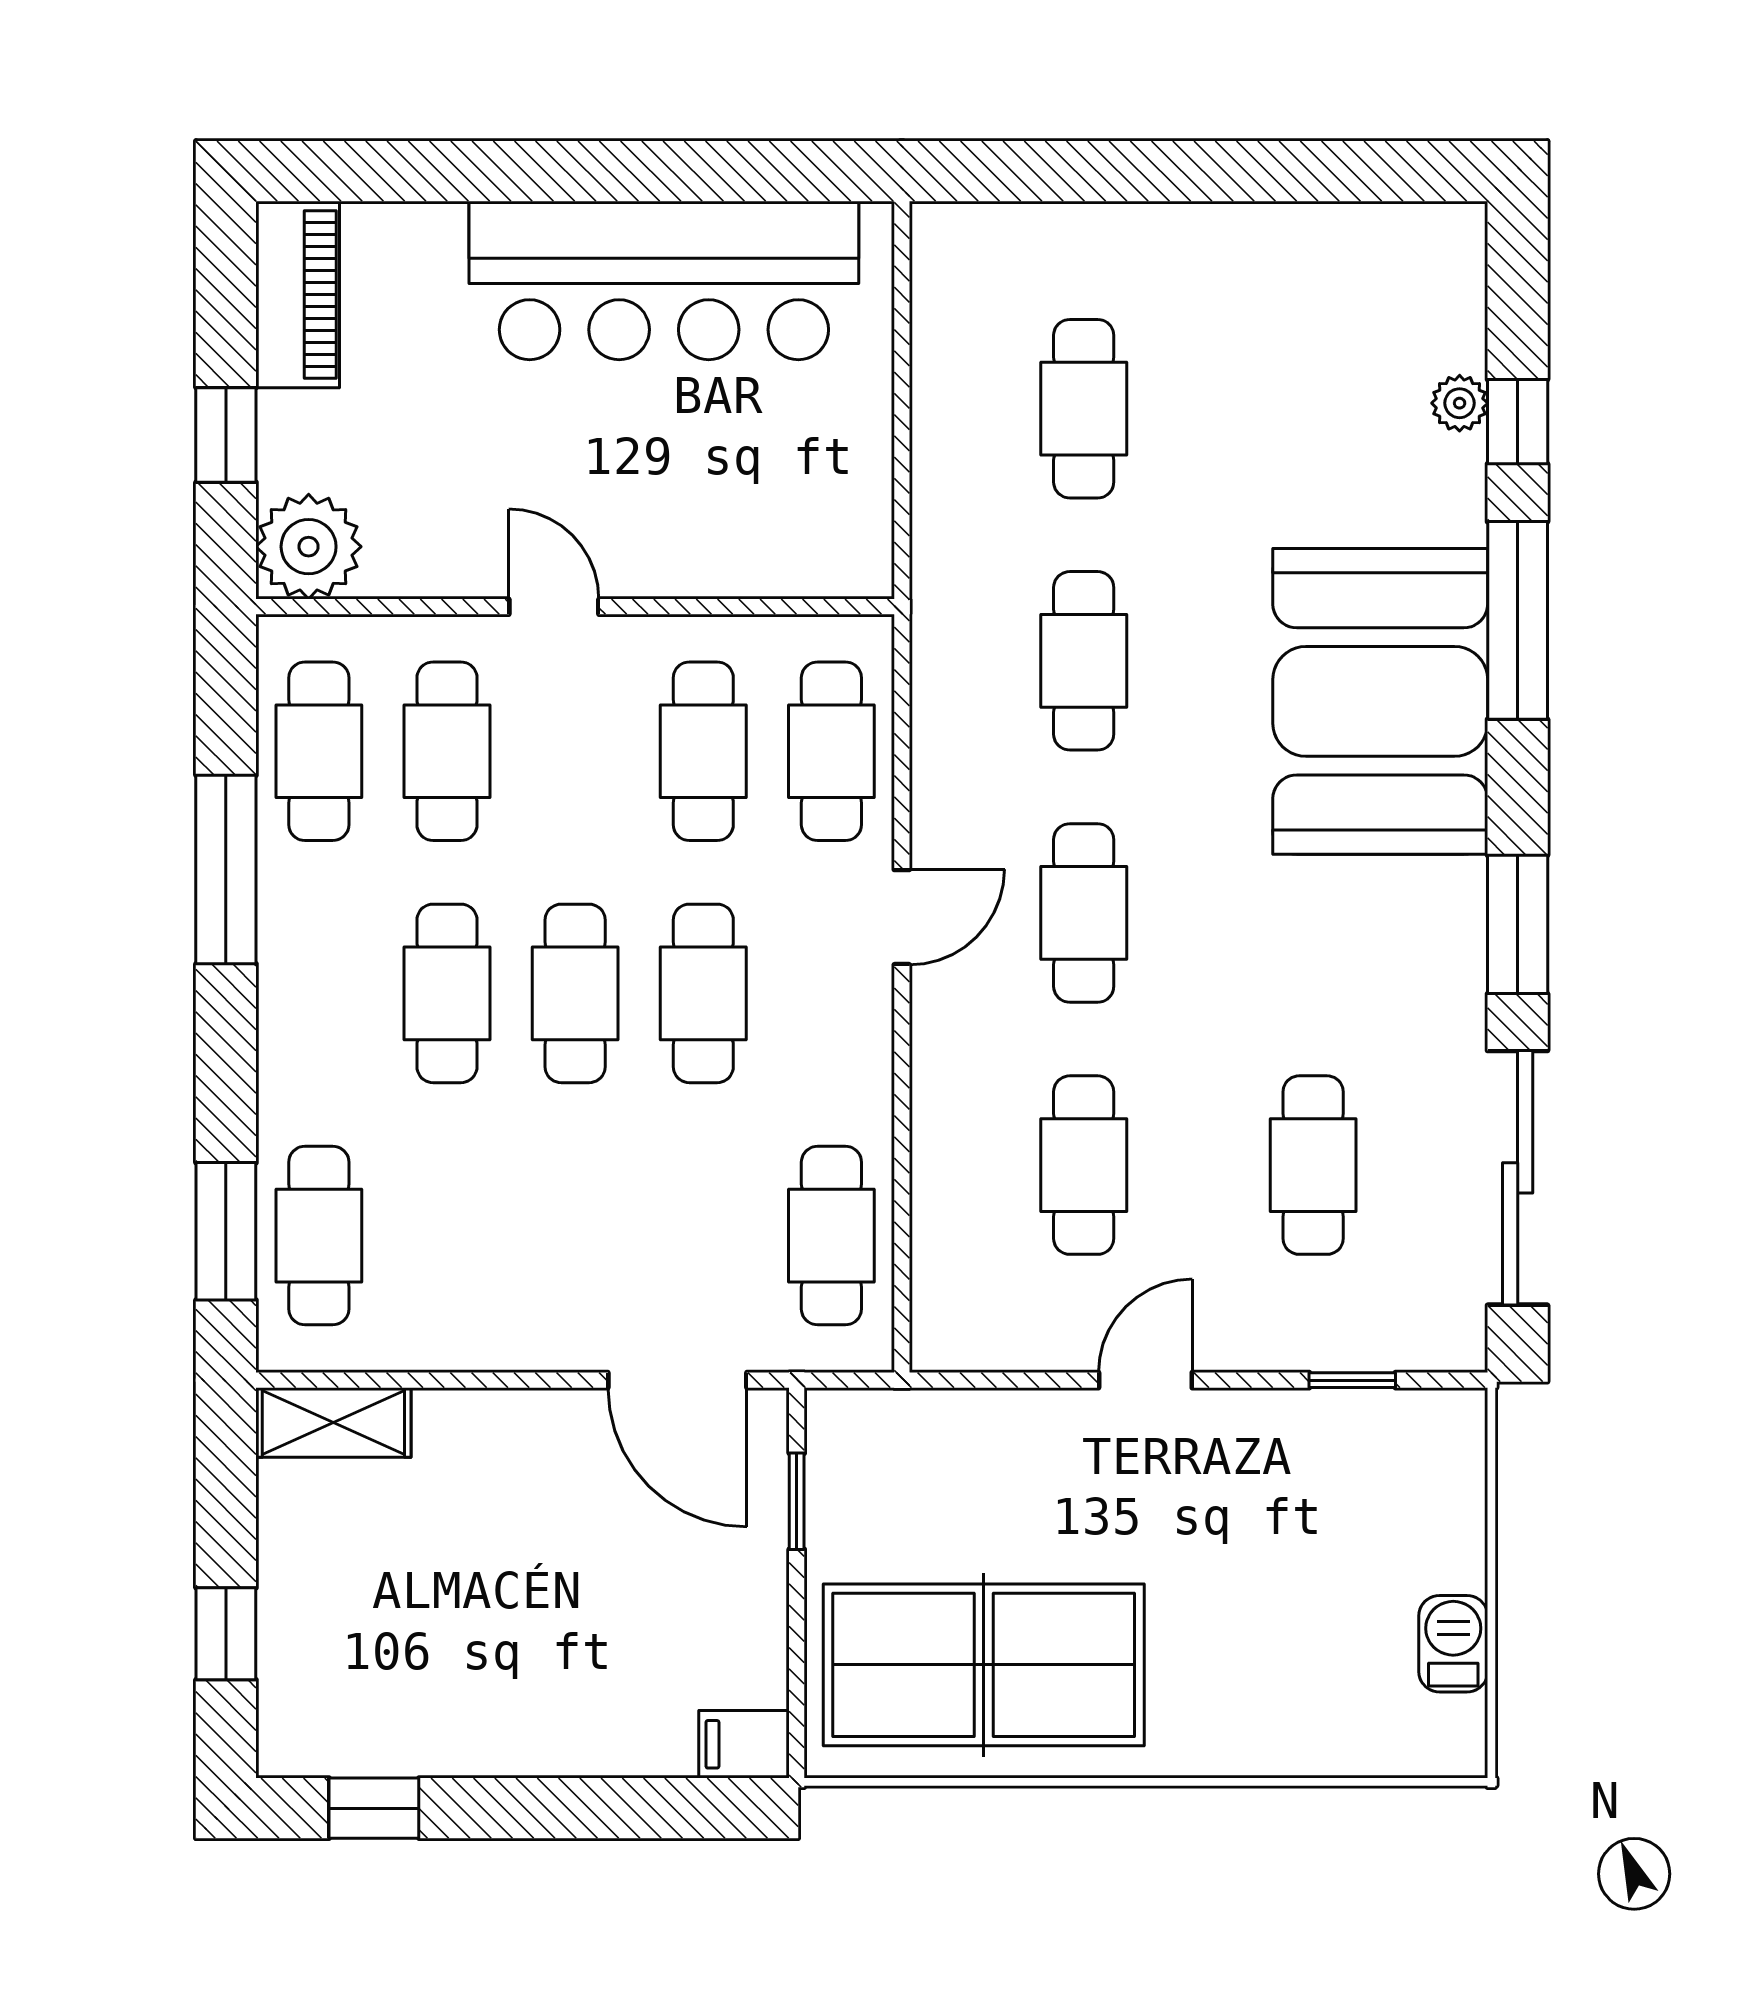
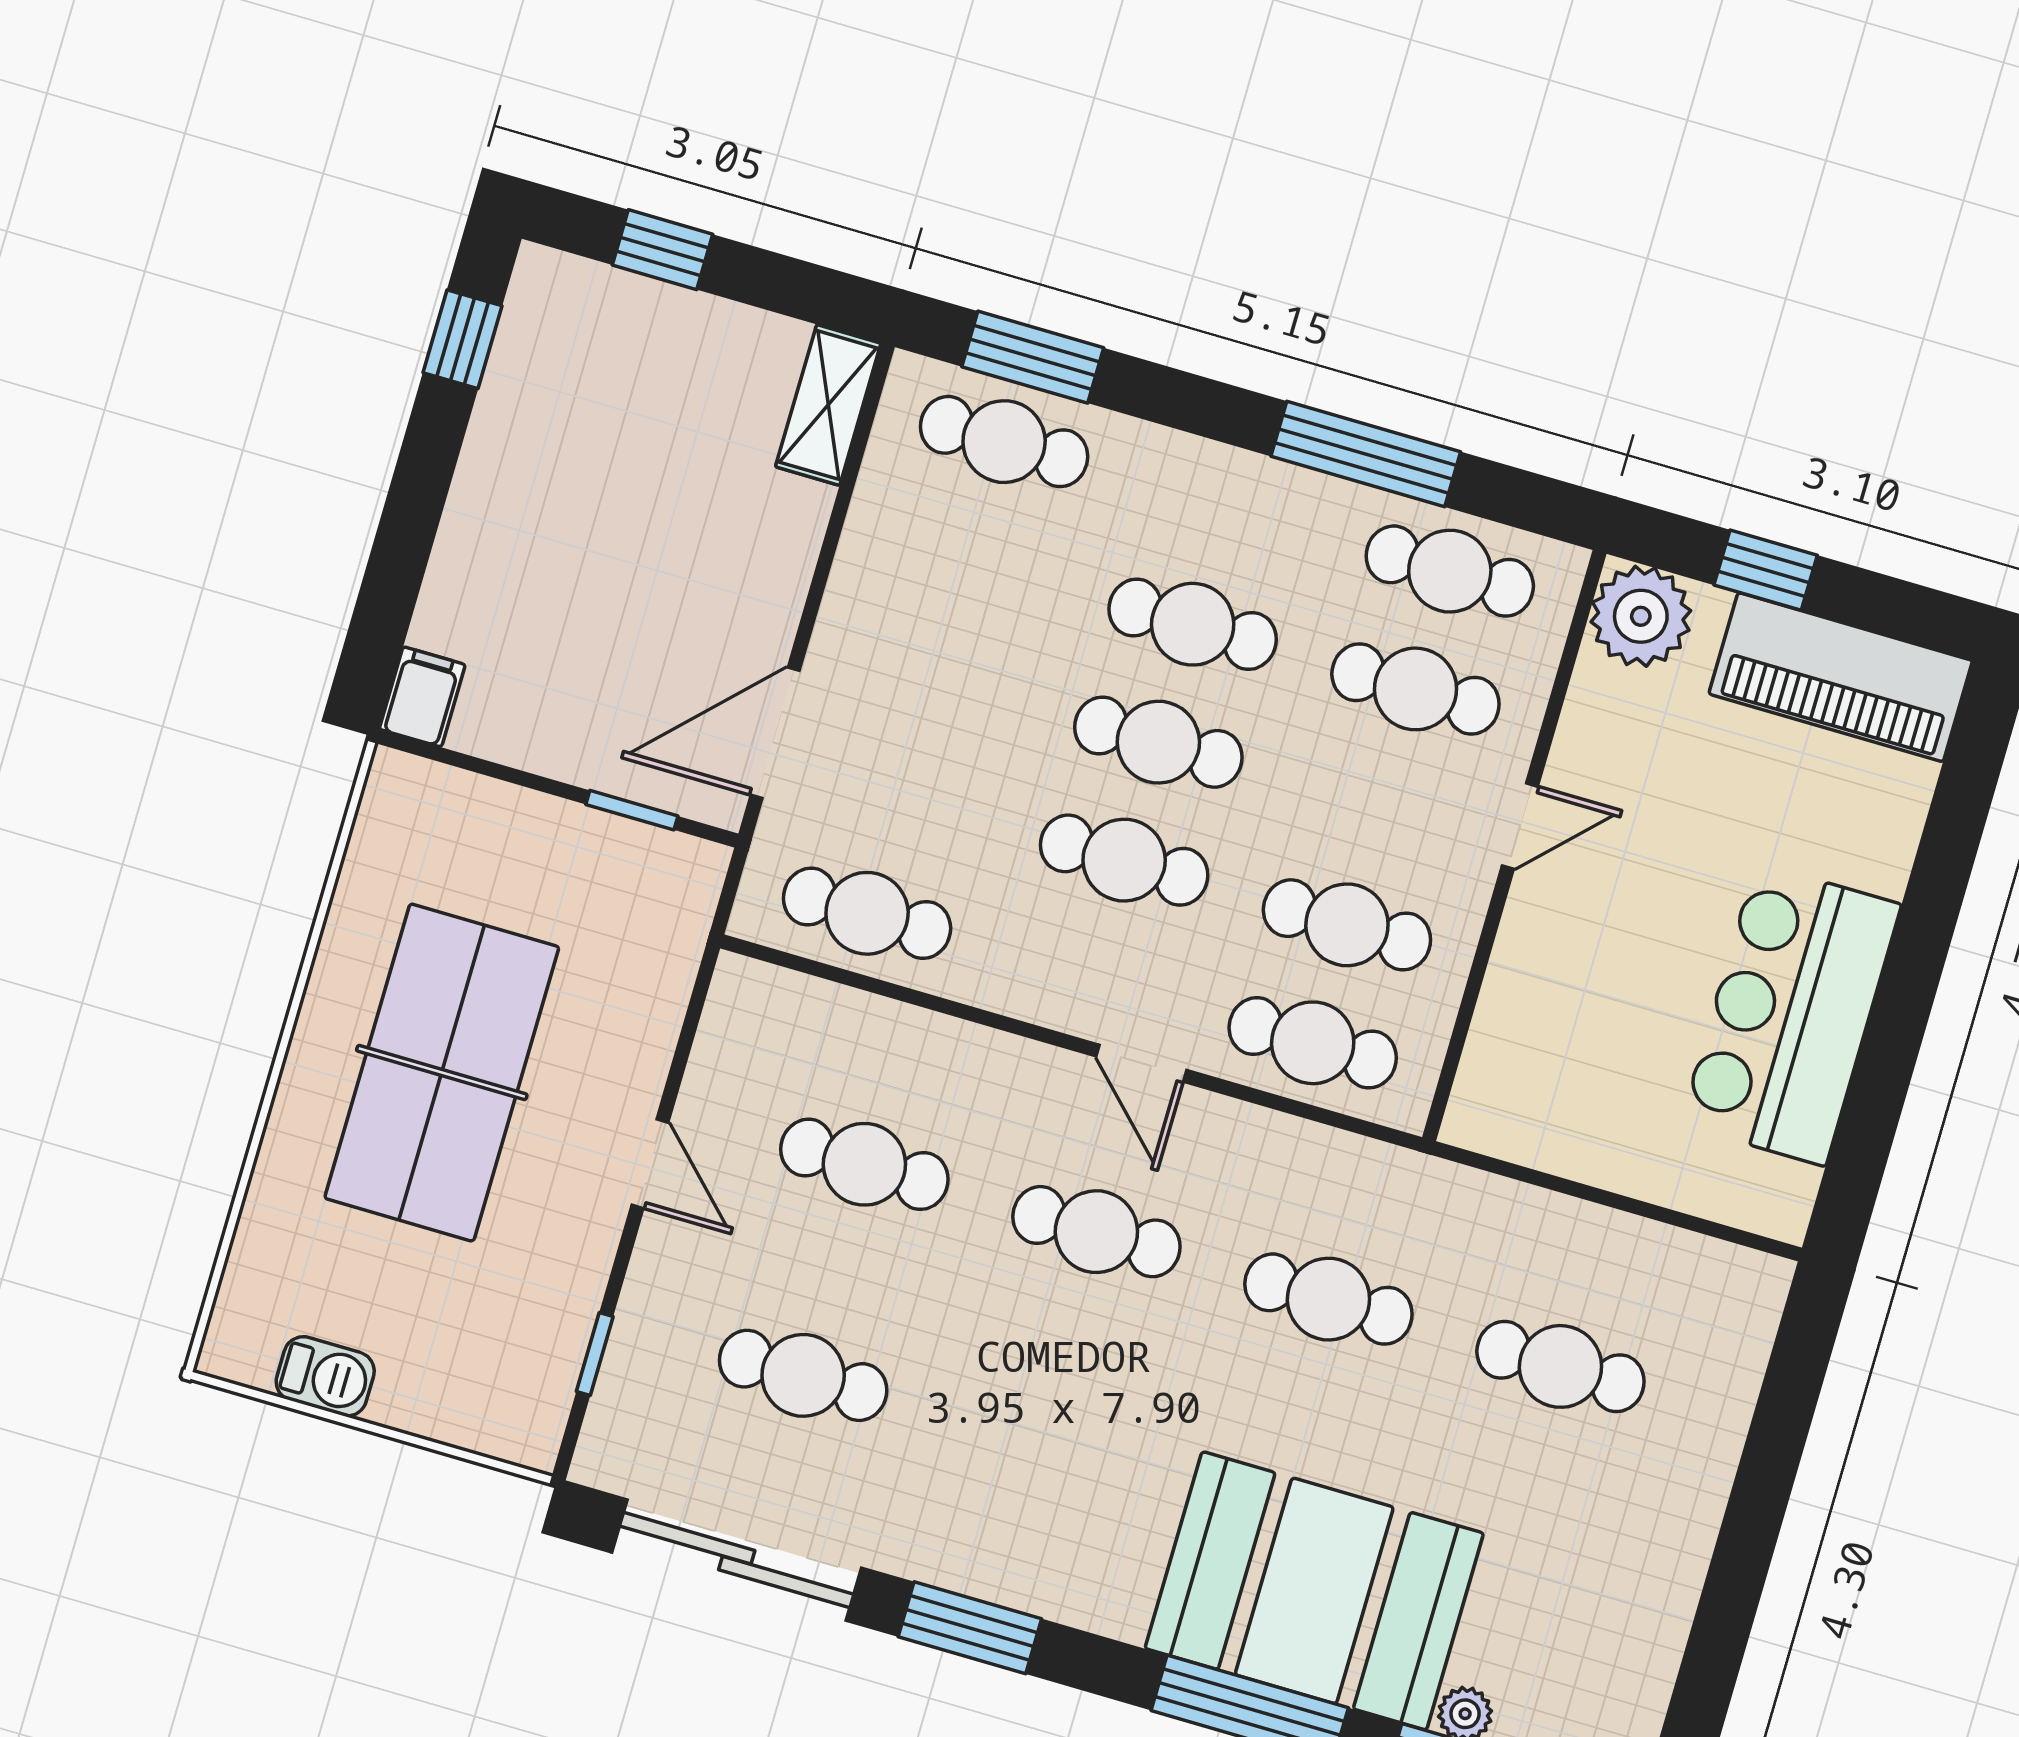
bar counter: (664, 281) -> (1791, 1014), width x0.73
piano: (298, 294) -> (1841, 677), width x1.37, depth x1.33
booth: (1380, 701) -> (1314, 1591), moved
table tennis table: (984, 1665) -> (442, 1073), moved

